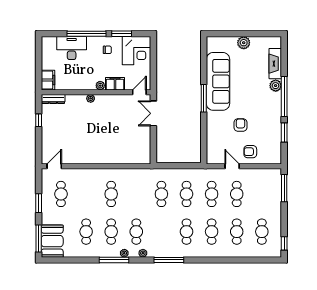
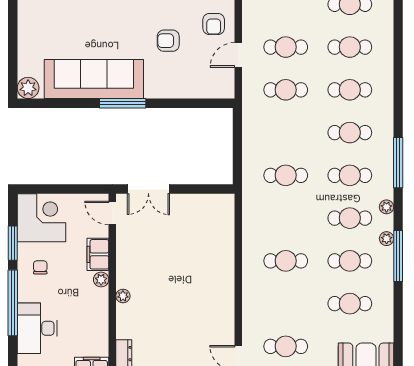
plant: (244, 43) -> (28, 88), moved
cafe table: (186, 194) -> (350, 175), moved

